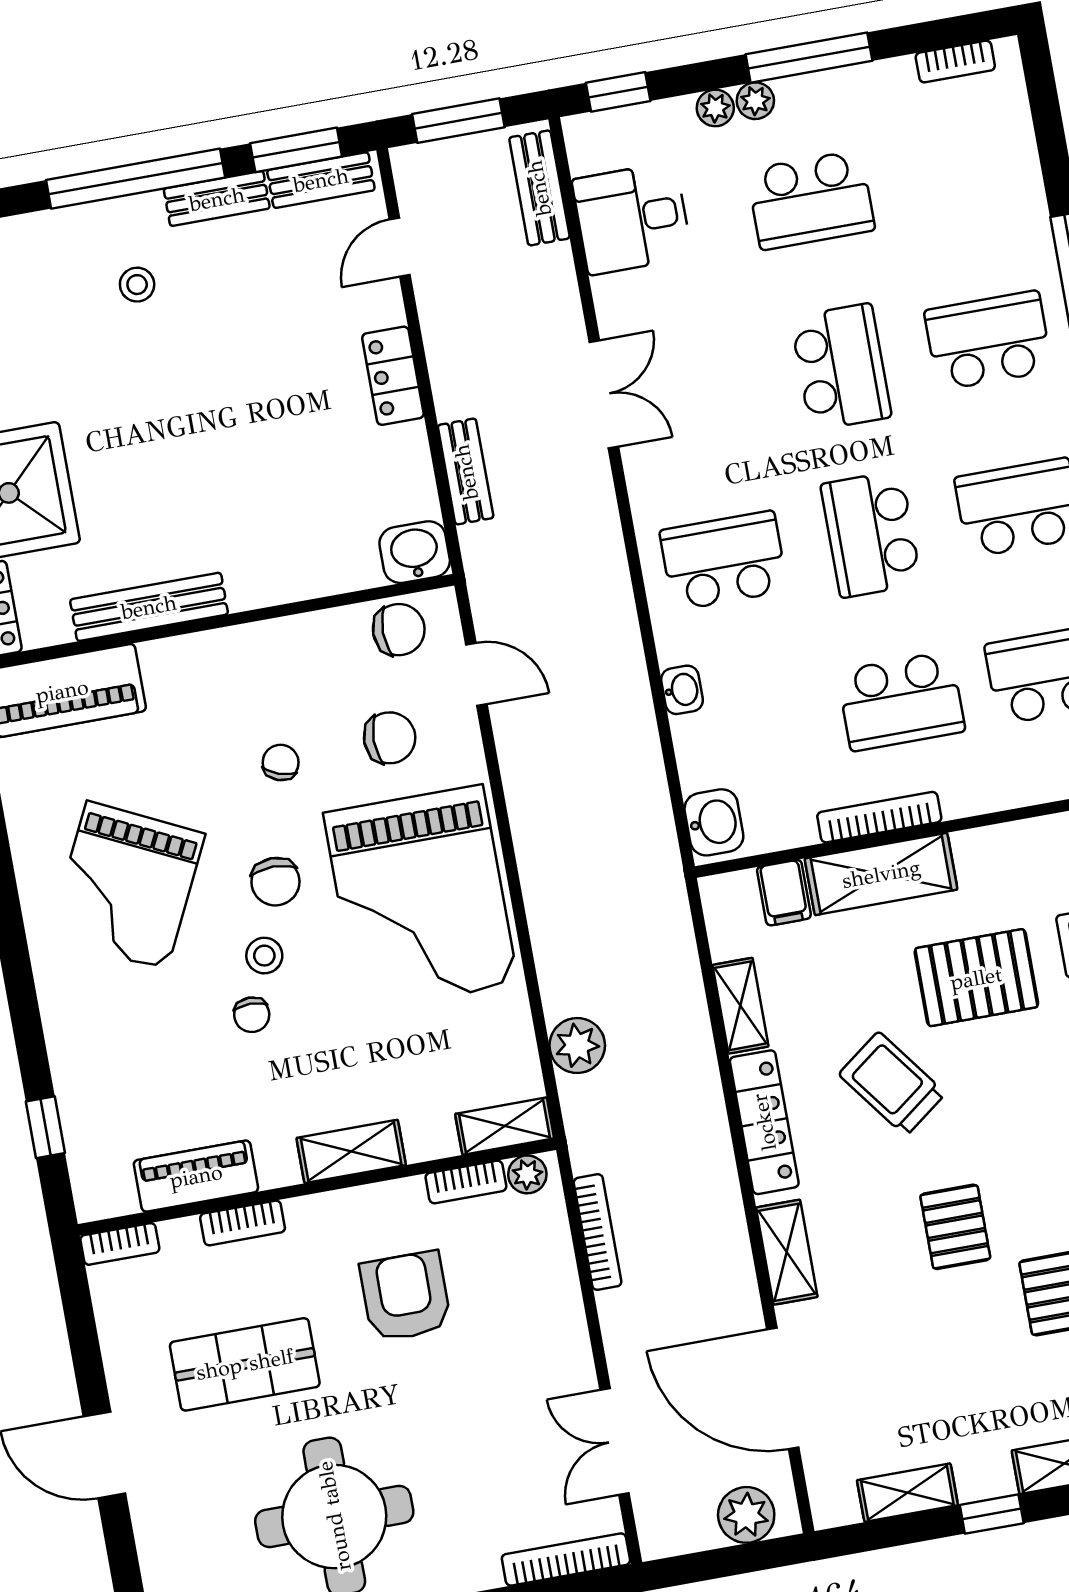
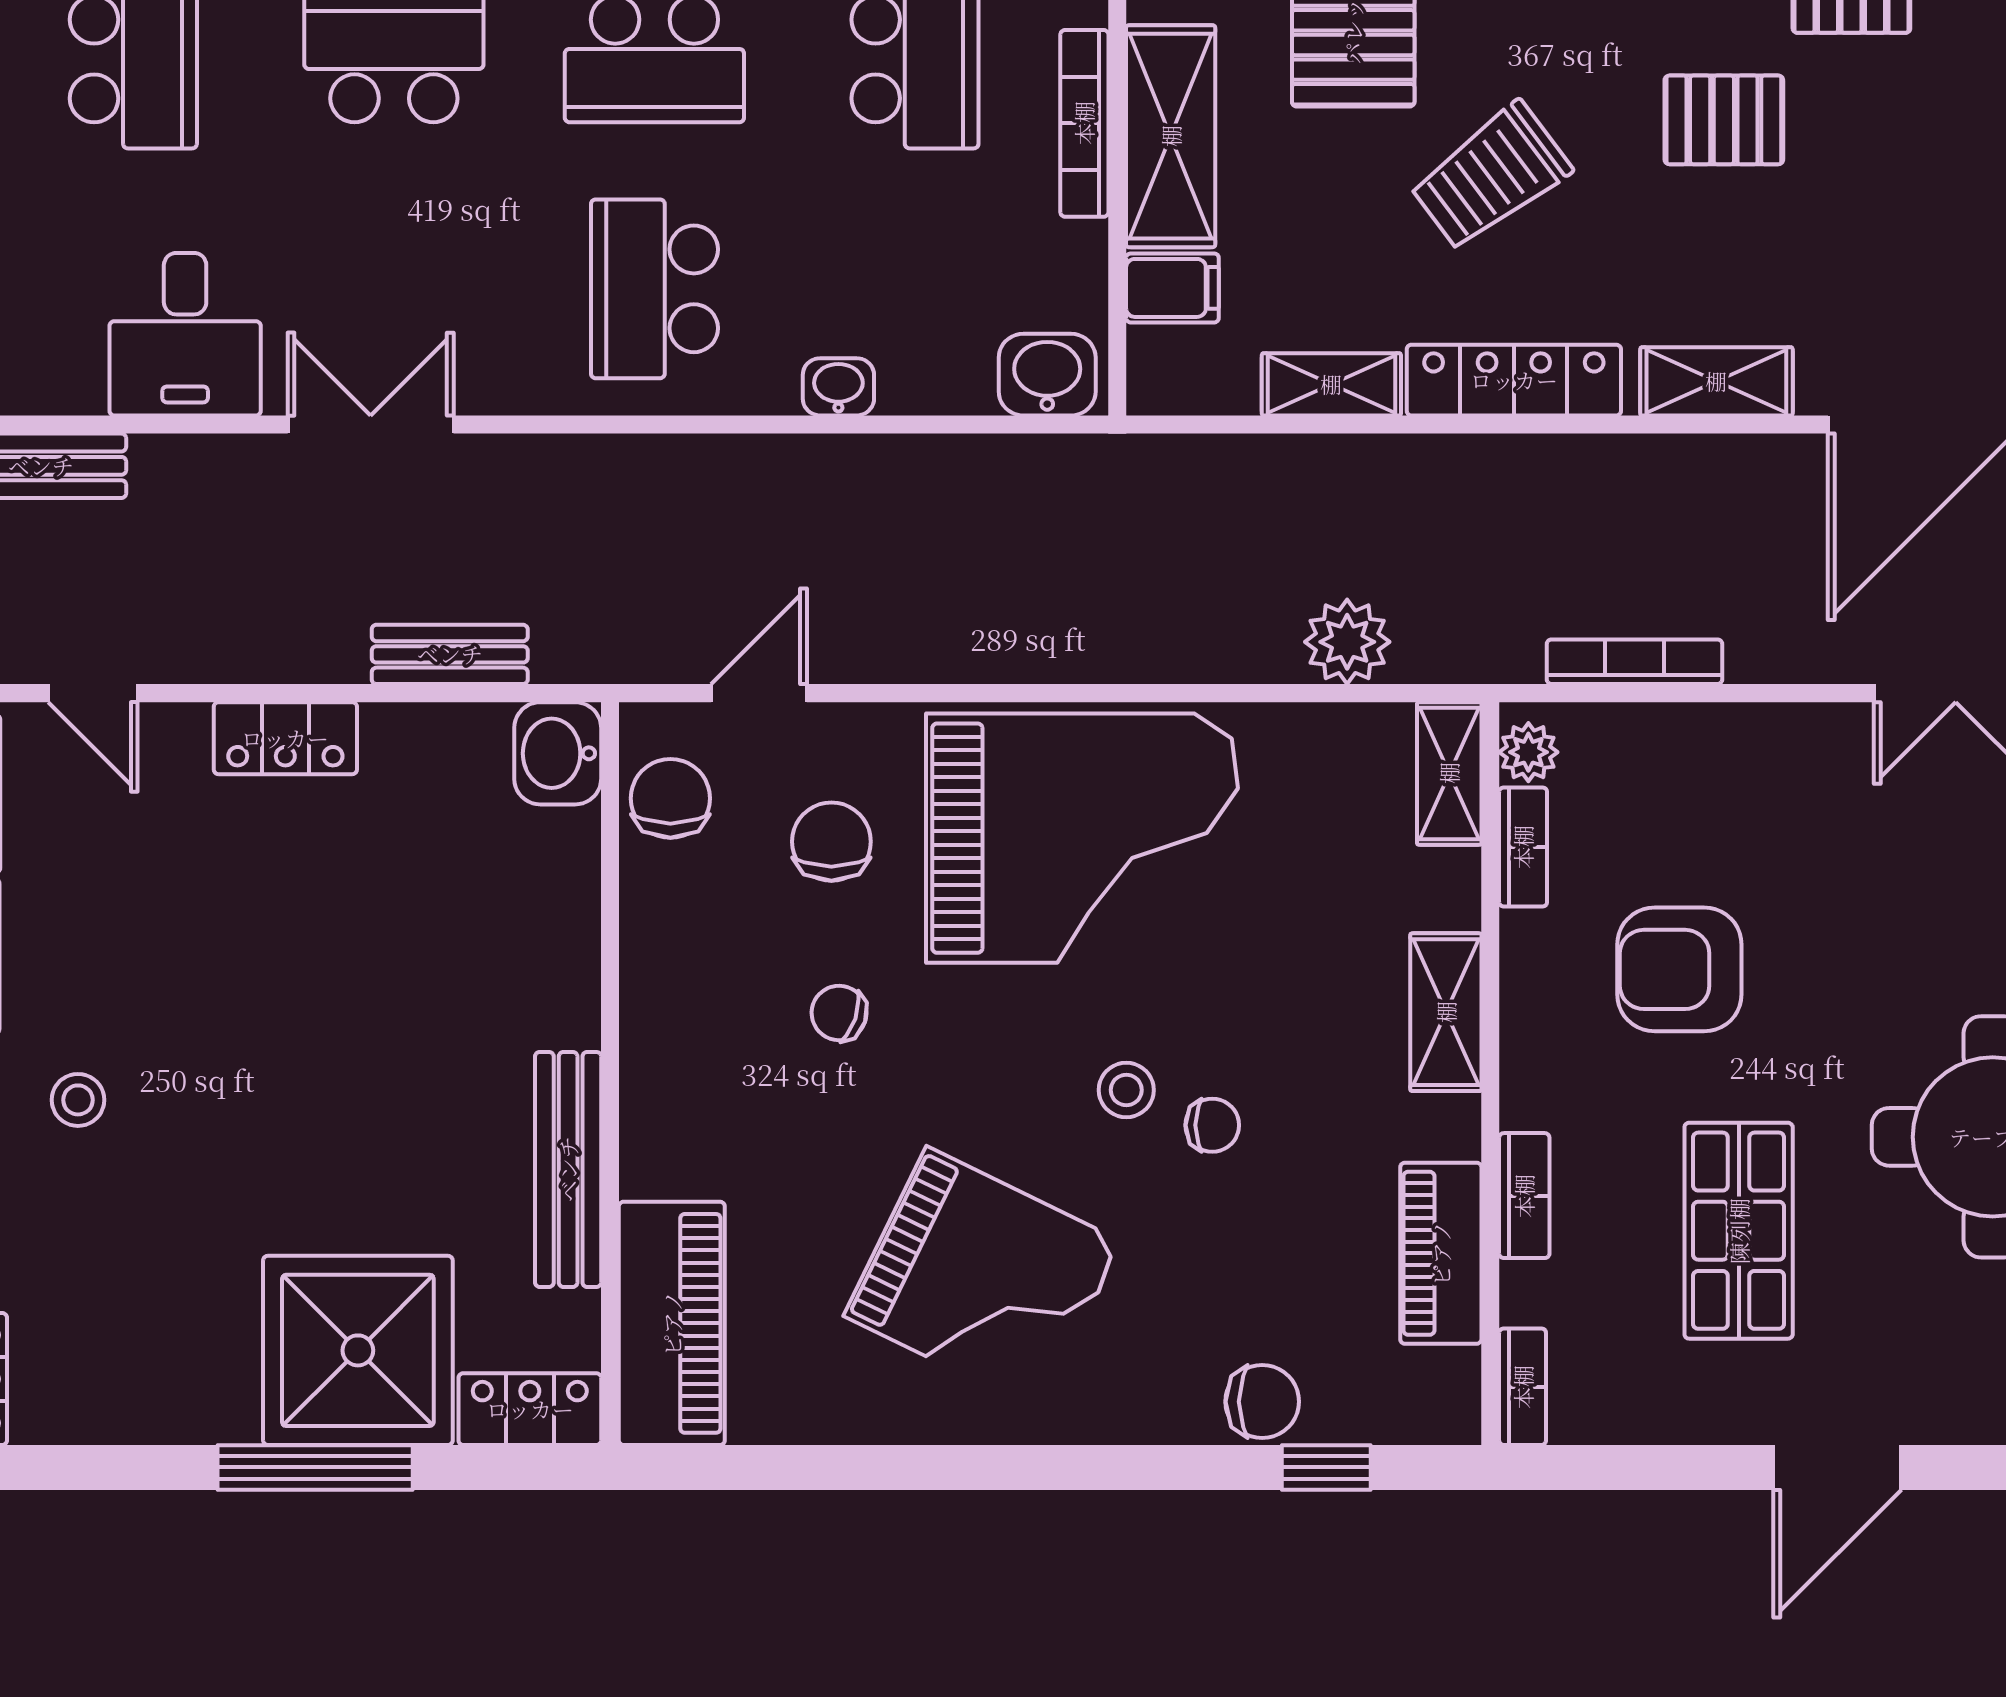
desk: (632, 218) -> (185, 334), moved
chair: (275, 882) -> (1262, 1402), moved

